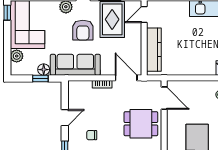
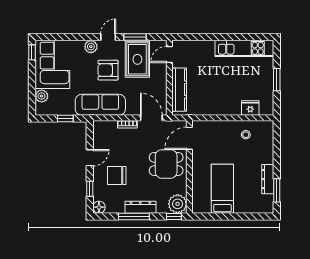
armchair: (83, 30) -> (108, 70), turned 90
floor lamp: (44, 70) -> (69, 110), removed
door: (164, 98) -> (189, 138), swing flipped
chair: (92, 135) -> (117, 175), width x1.87, depth x1.87

